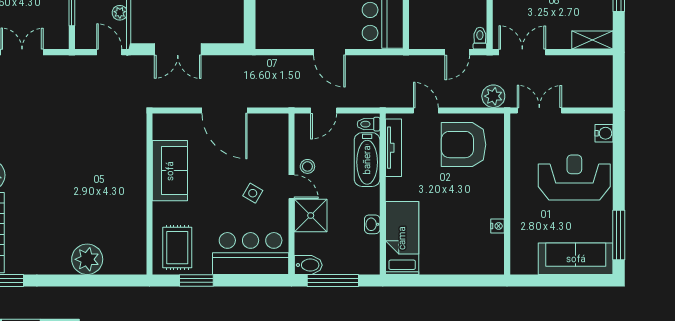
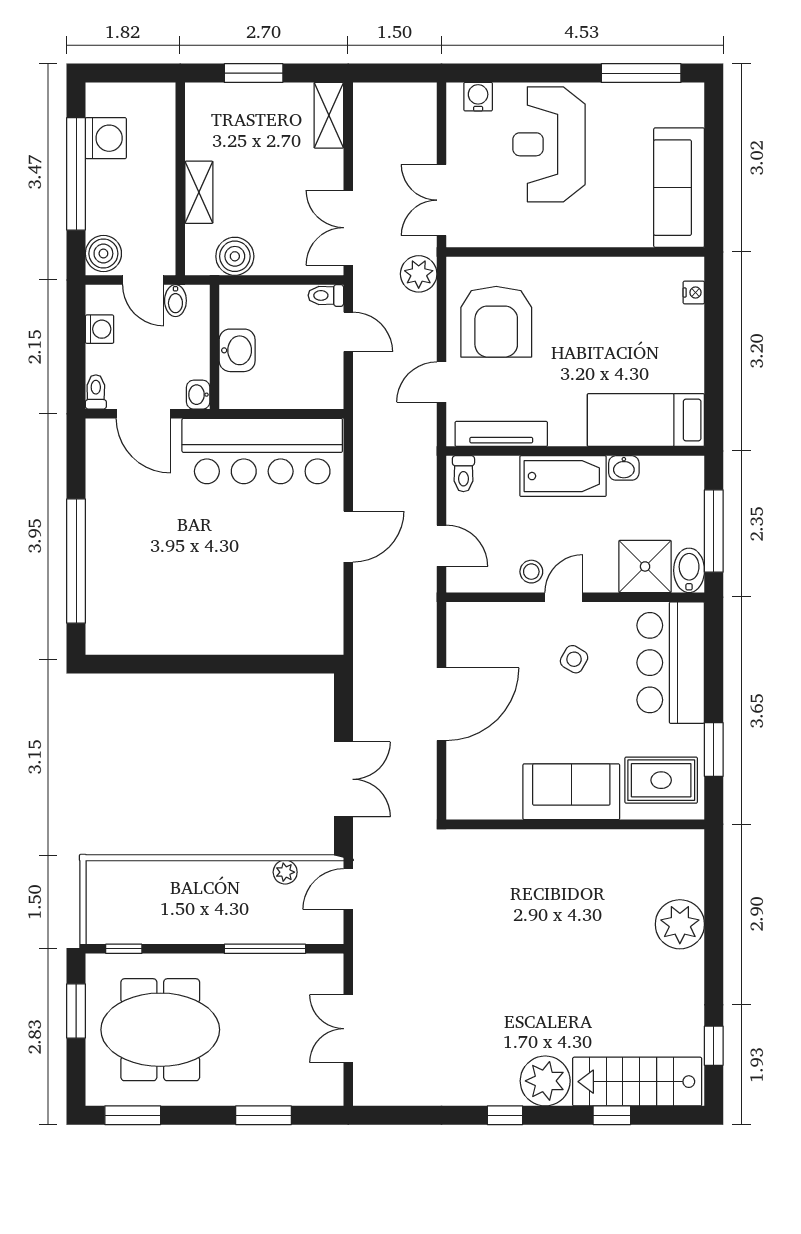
bathtub: (367, 160) -> (563, 476), moved
sofa: (170, 171) -> (571, 792), moved
shower: (311, 215) -> (645, 566), moved
nightstand: (498, 226) -> (694, 292), moved, turned 90
sofa: (576, 259) -> (679, 188), moved

